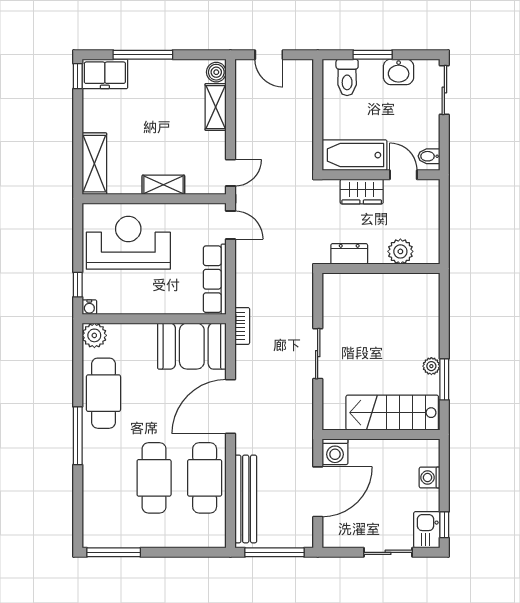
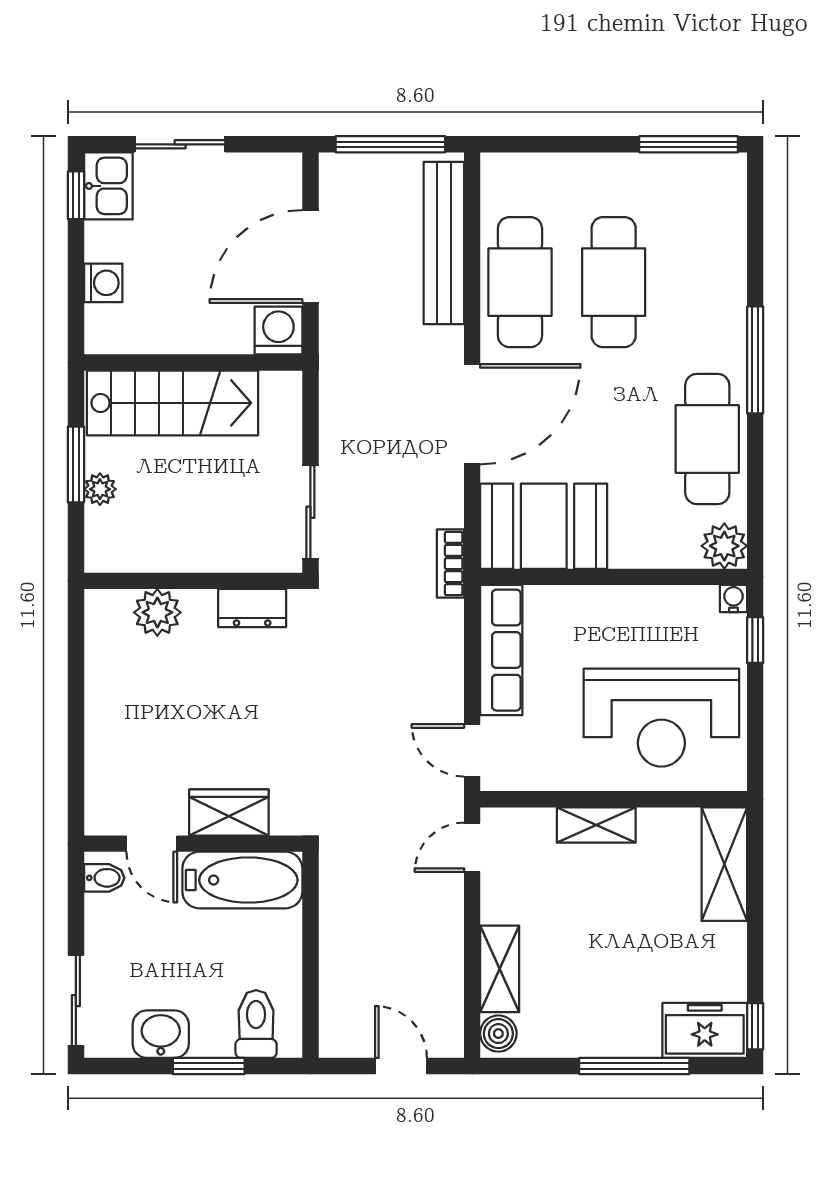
plant: (400, 251) -> (157, 612), moved
dresser: (349, 254) -> (252, 608), moved
wall: (381, 269) -> (193, 581), moved

